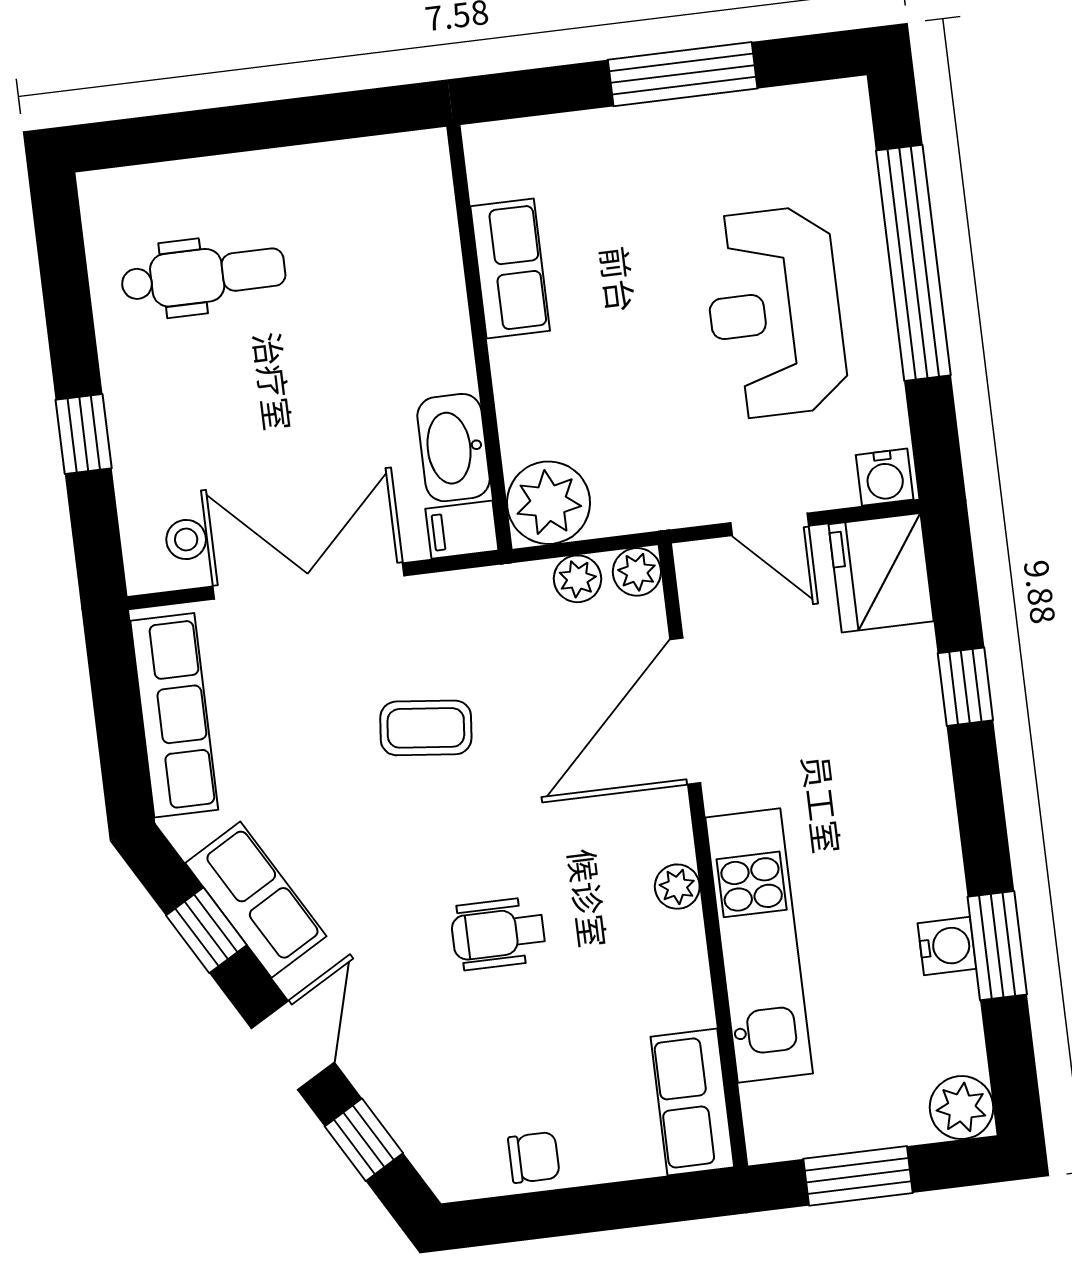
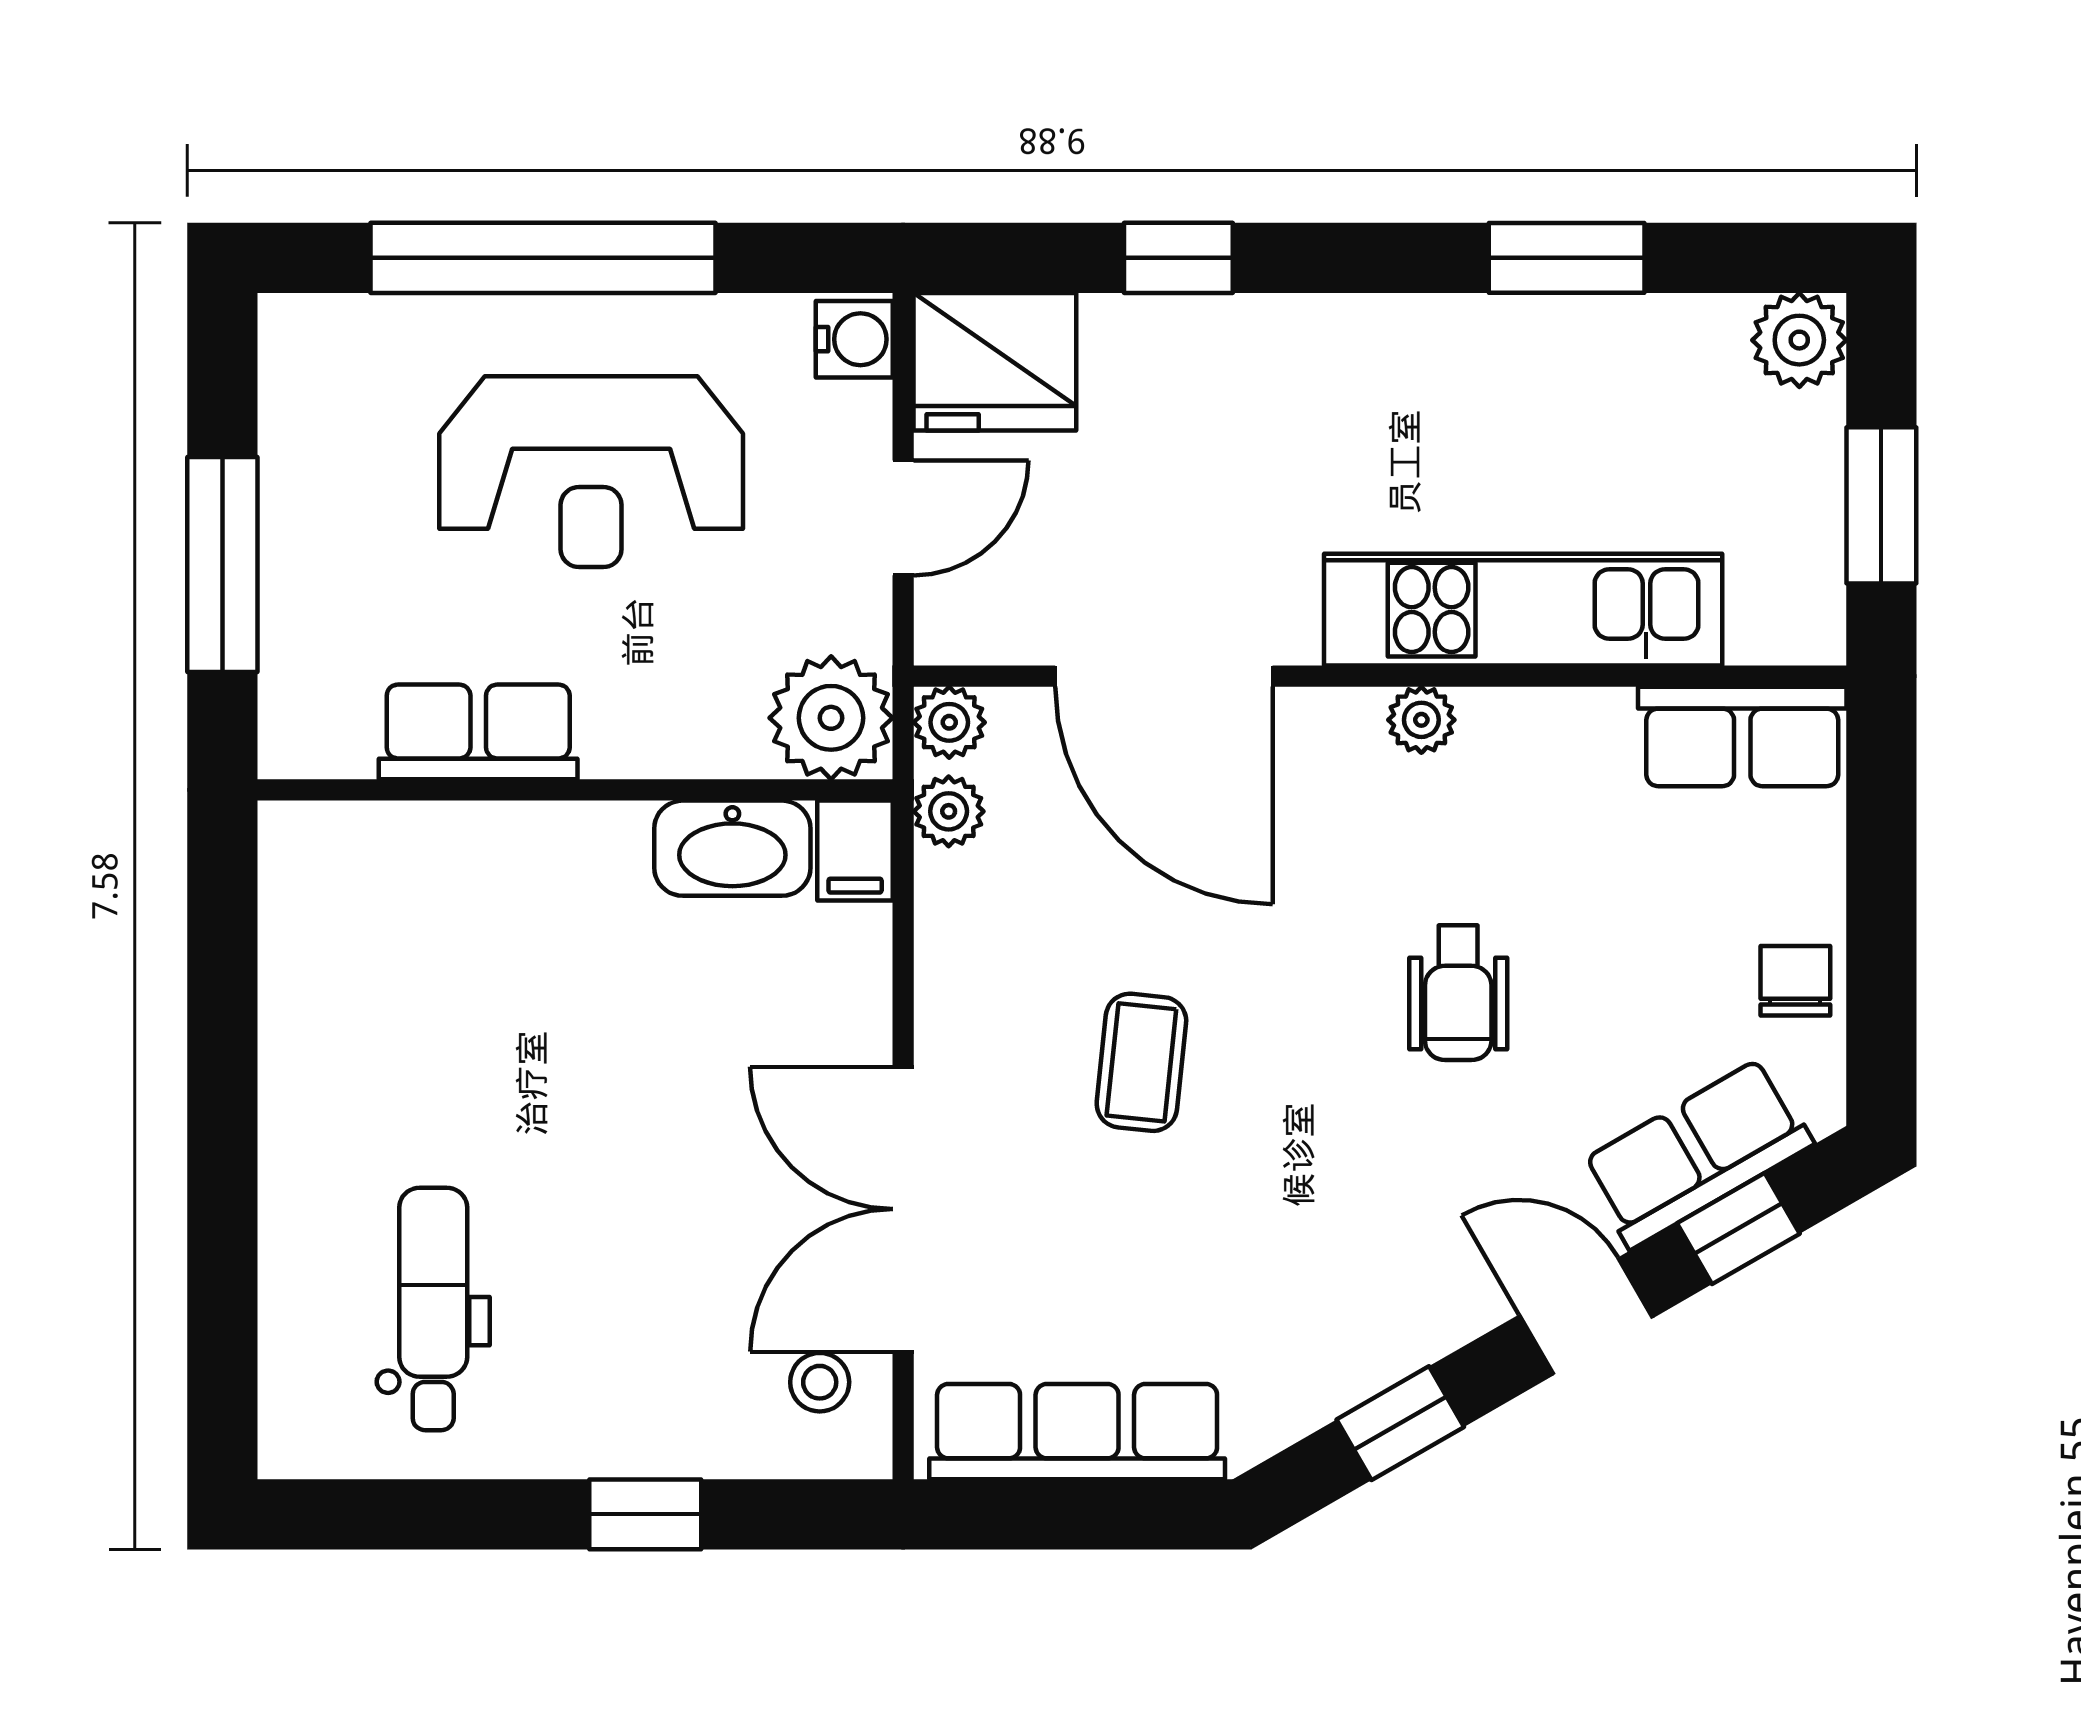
row of seats: (510, 269) -> (478, 732), moved
wall: (479, 338) -> (575, 790), moved
washbasin: (453, 448) -> (732, 848), moved
plant: (549, 503) -> (831, 718), moved
filing cabinet: (462, 530) -> (855, 851), moved
row of seats: (256, 900) -> (1697, 1153), moved
water cooler: (947, 946) -> (1558, 332), removed

